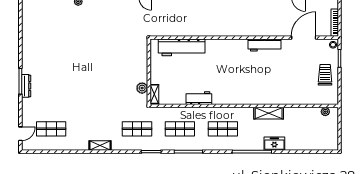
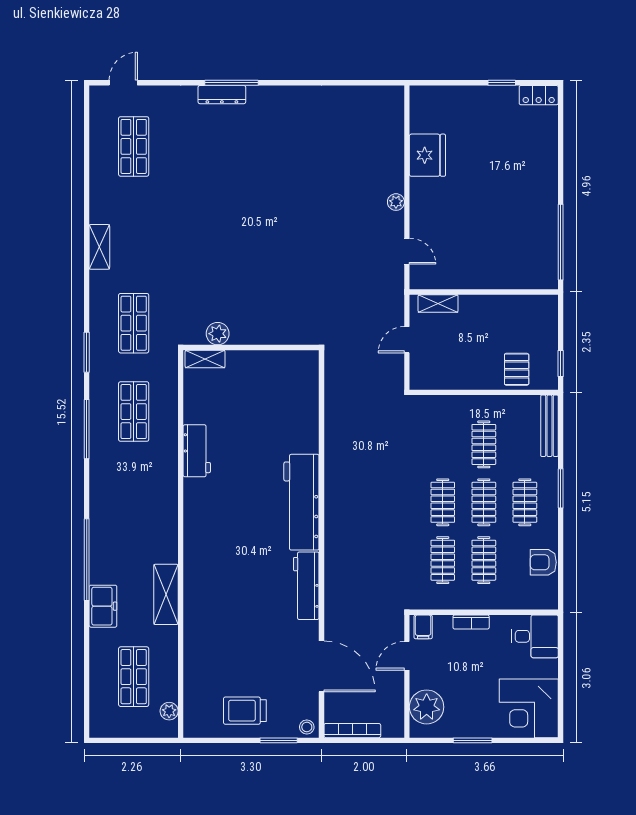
workbench: (182, 47) -> (301, 502), moved
trolley: (325, 75) -> (245, 711), turned 180
shop shelf: (223, 129) -> (134, 677), moved
door: (20, 134) -> (123, 83), swing flipped

